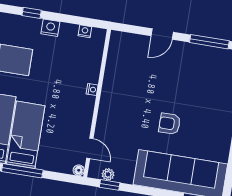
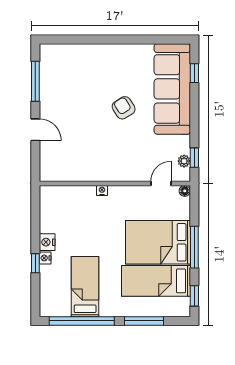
nightstand: (85, 31) -> (45, 258), moved
armchair: (170, 124) -> (124, 108), turned 148
bed: (26, 135) -> (158, 242), width x1.50

